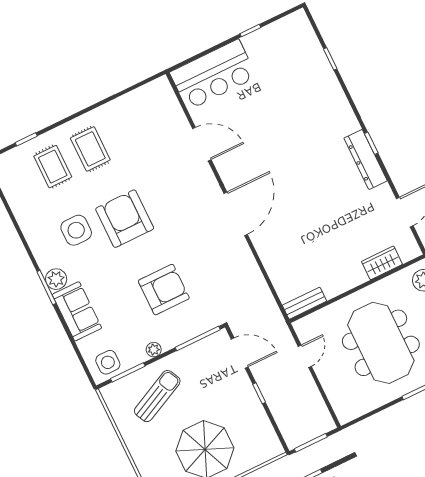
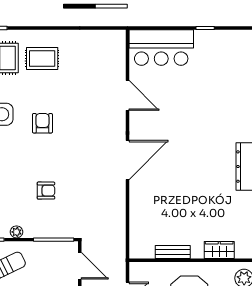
rug: (90, 149) -> (42, 58), turned 90
armchair: (125, 219) -> (42, 123), width x0.53, depth x0.53
armchair: (164, 290) -> (46, 191), width x0.53, depth x0.53
bench: (304, 303) -> (173, 252), moved

